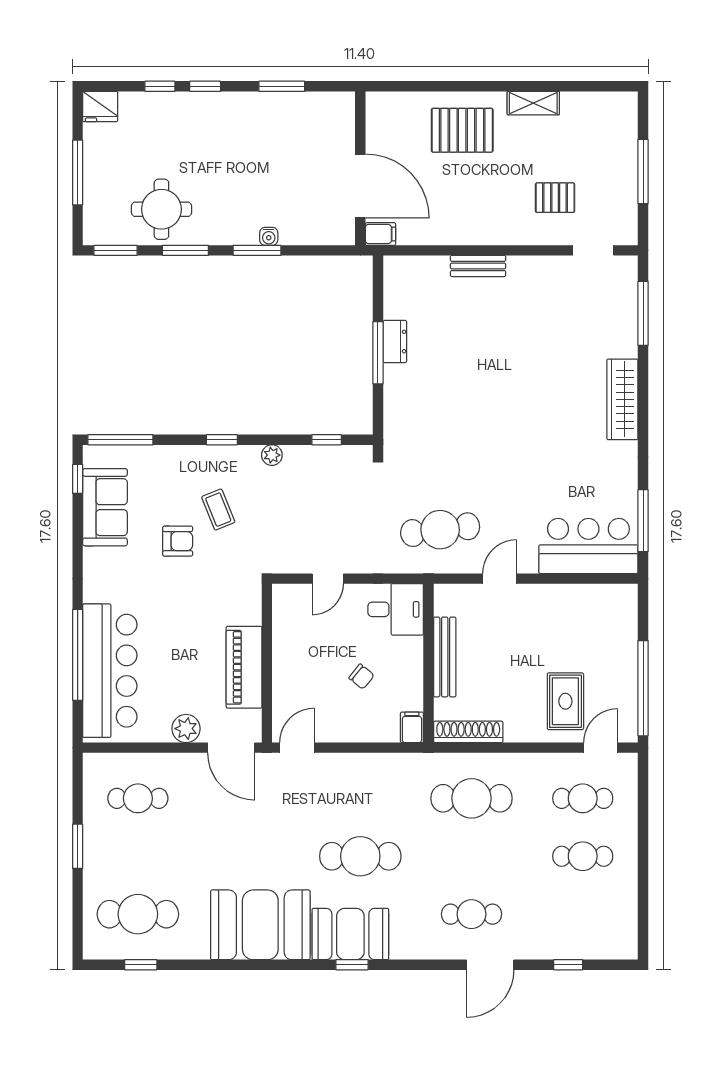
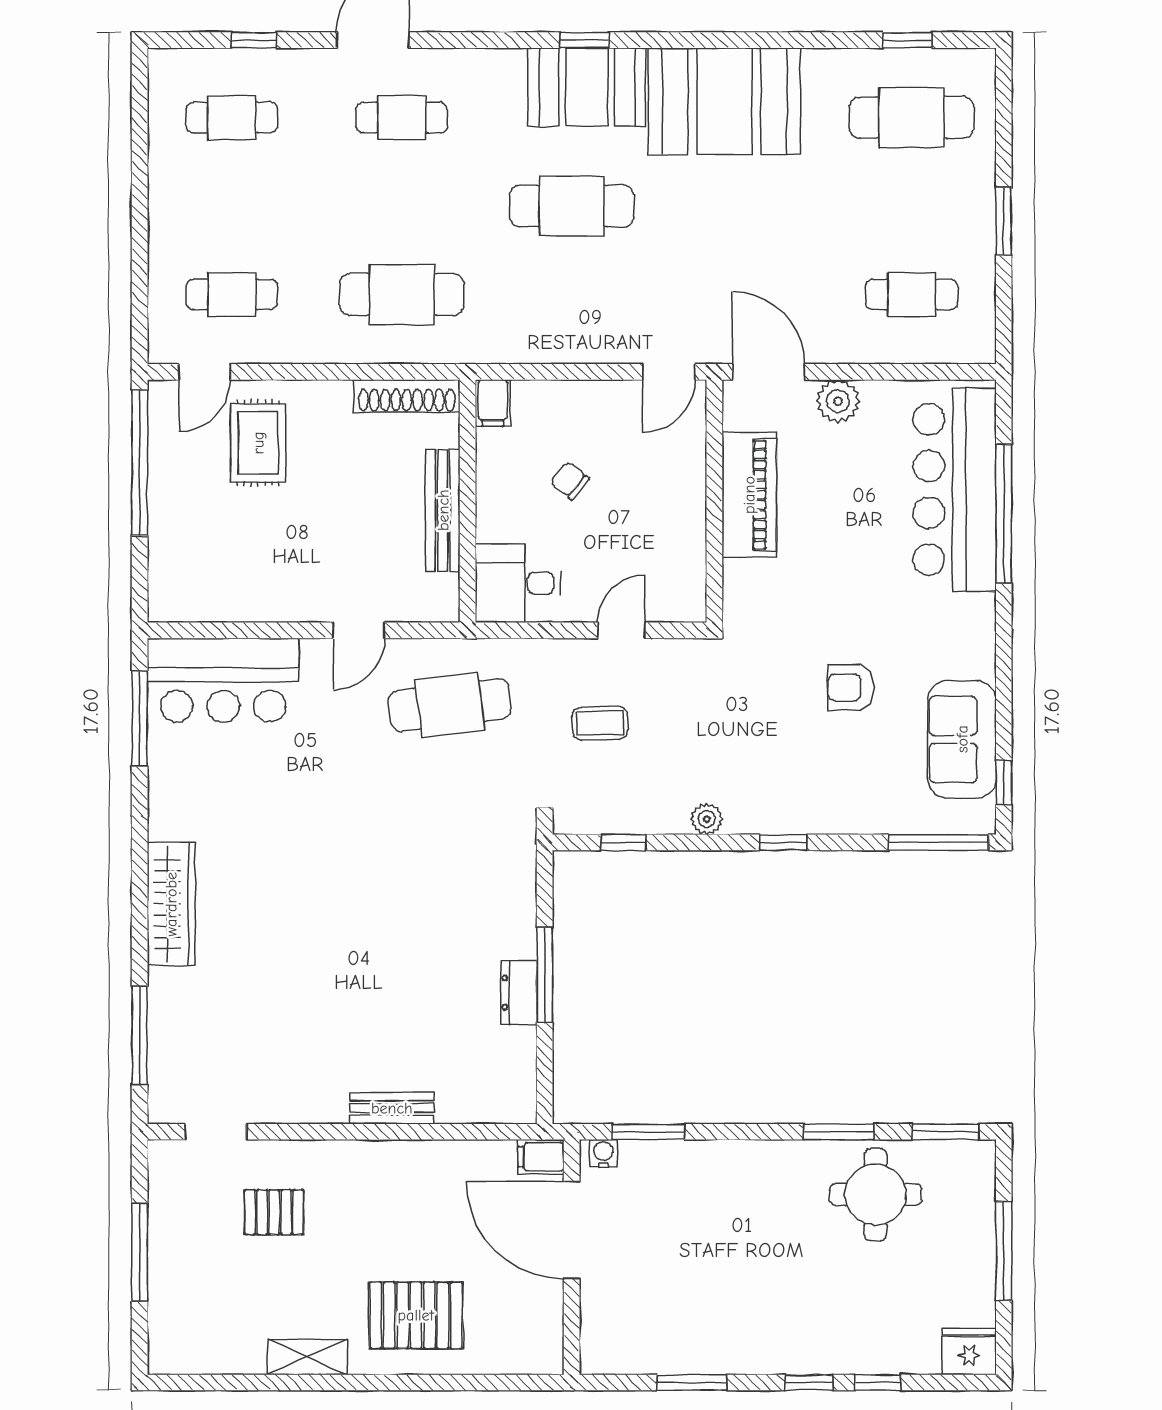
water cooler: (269, 236) -> (603, 1153), moved
window: (257, 250) -> (649, 1132), moved
coffee table: (218, 510) -> (600, 723), moved, turned -69
cafe table: (583, 856) -> (232, 118), moved

